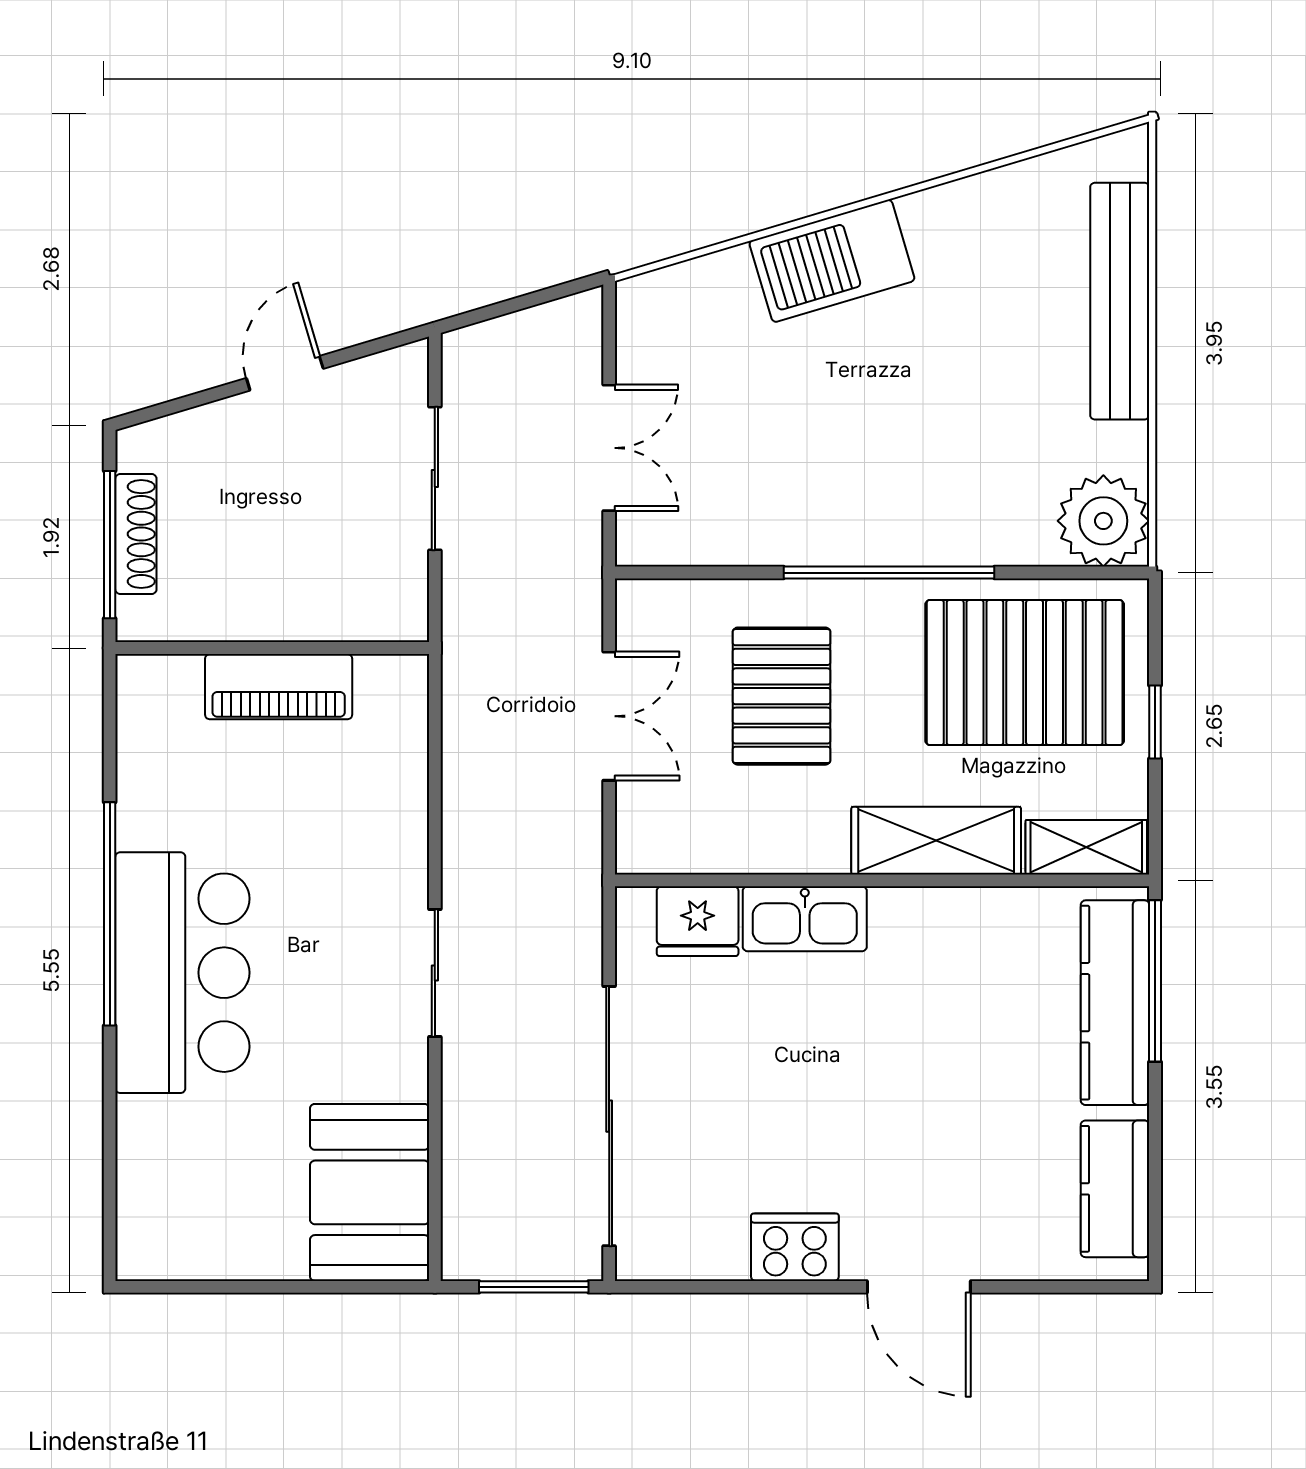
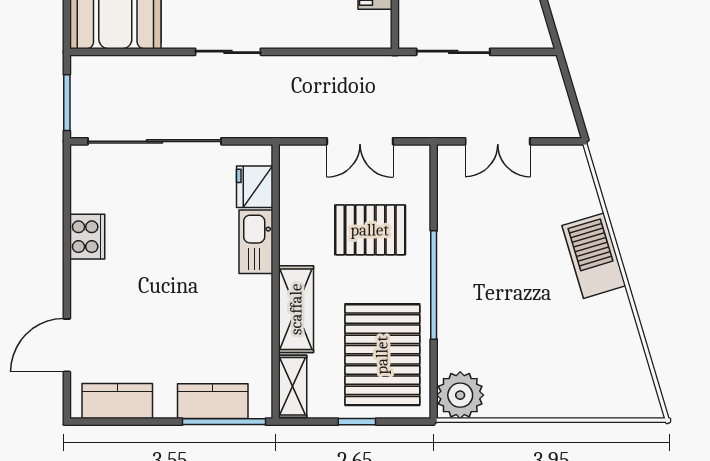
bench: (1120, 301) -> (573, 404), removed
sliding door: (435, 479) -> (453, 52), moved
kitchen counter: (1115, 1003) -> (213, 401), width x0.67
door: (919, 1287) -> (67, 345), moved

